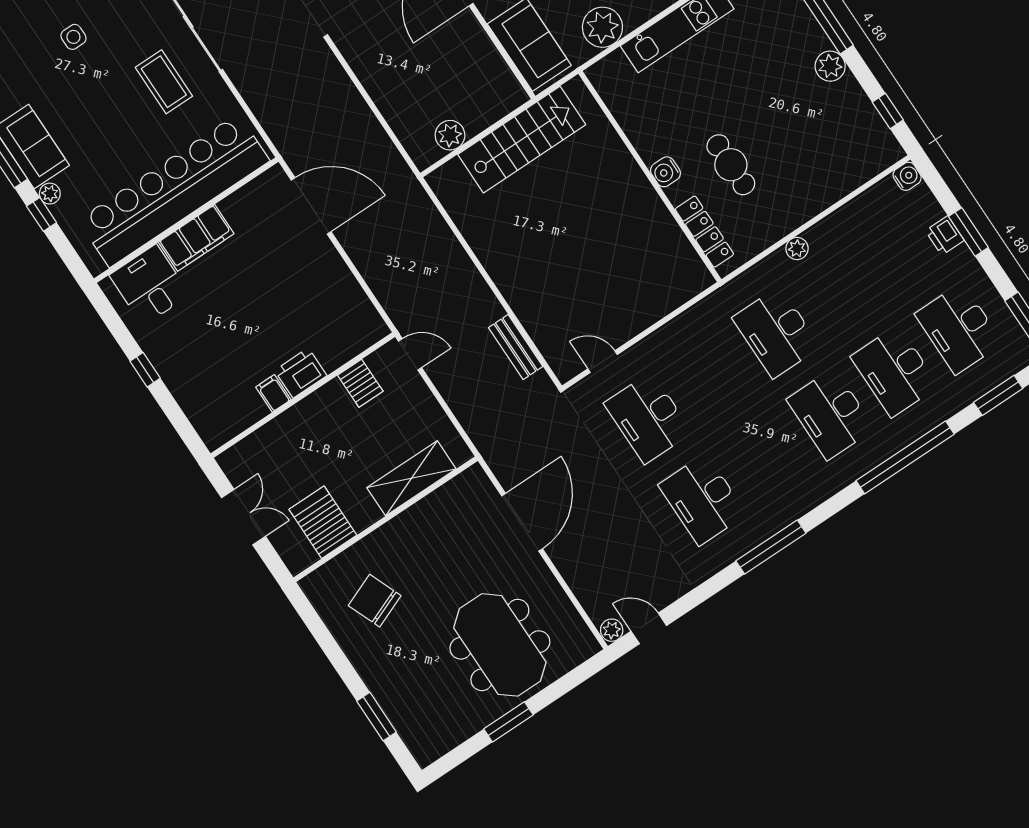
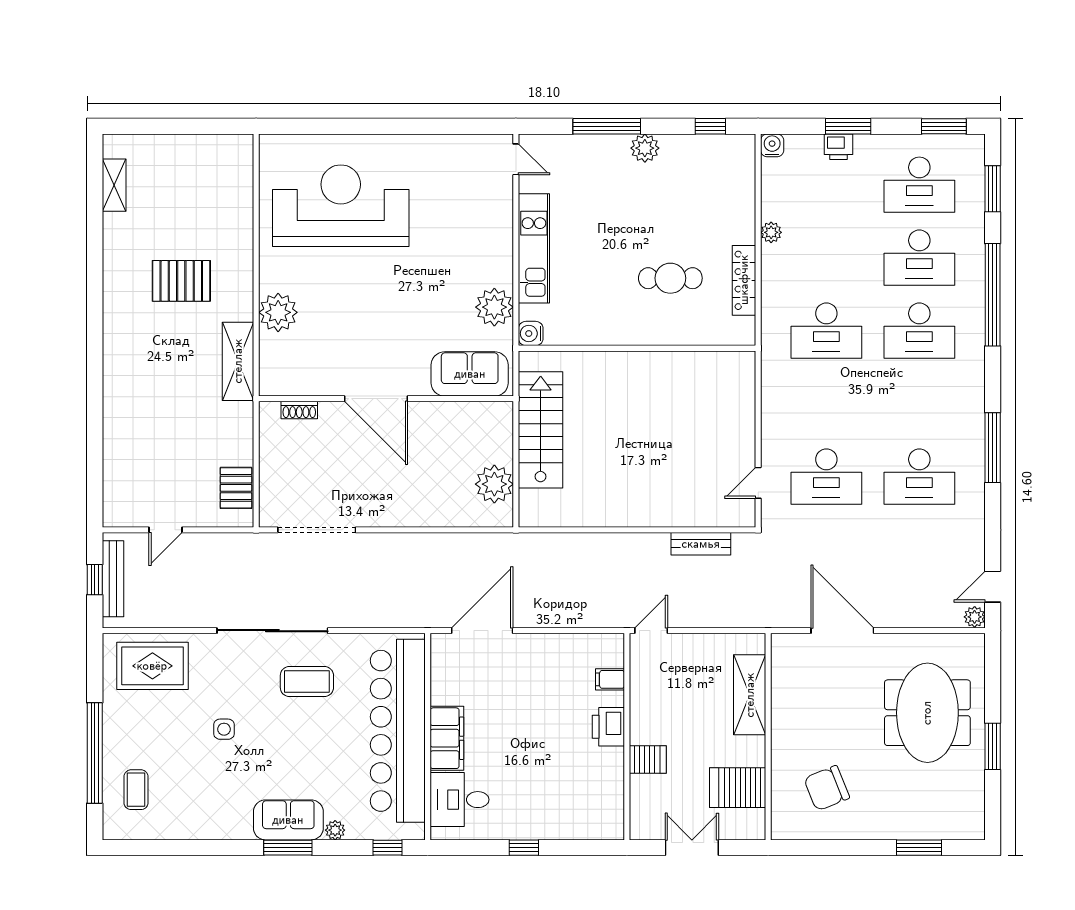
plant: (450, 135) -> (494, 484), width x1.36, depth x1.36
water cooler: (665, 172) -> (531, 333), moved, turned 90
window: (42, 214) -> (388, 848), moved
locker: (704, 232) -> (744, 280), moved, turned -90
plant: (797, 249) -> (771, 232), moved
server rack: (360, 383) -> (648, 760), moved
filing cabinet: (273, 393) -> (610, 679), moved
meeting table: (500, 645) -> (927, 713), turned 90

